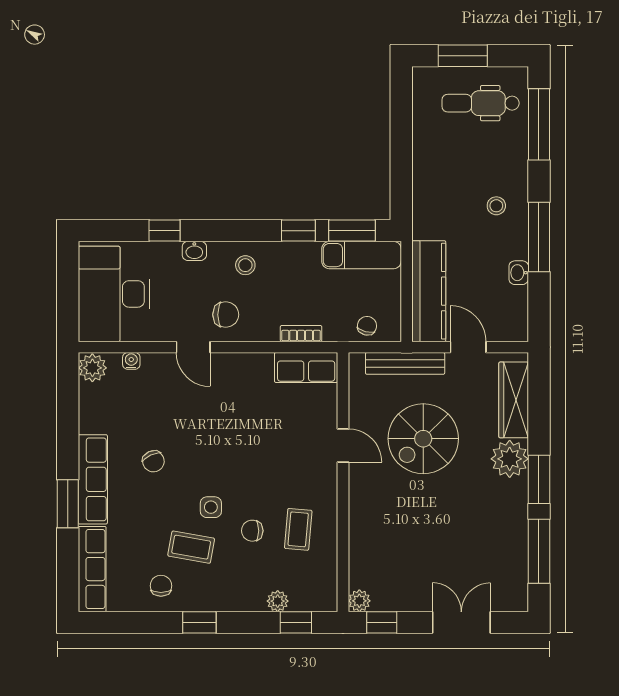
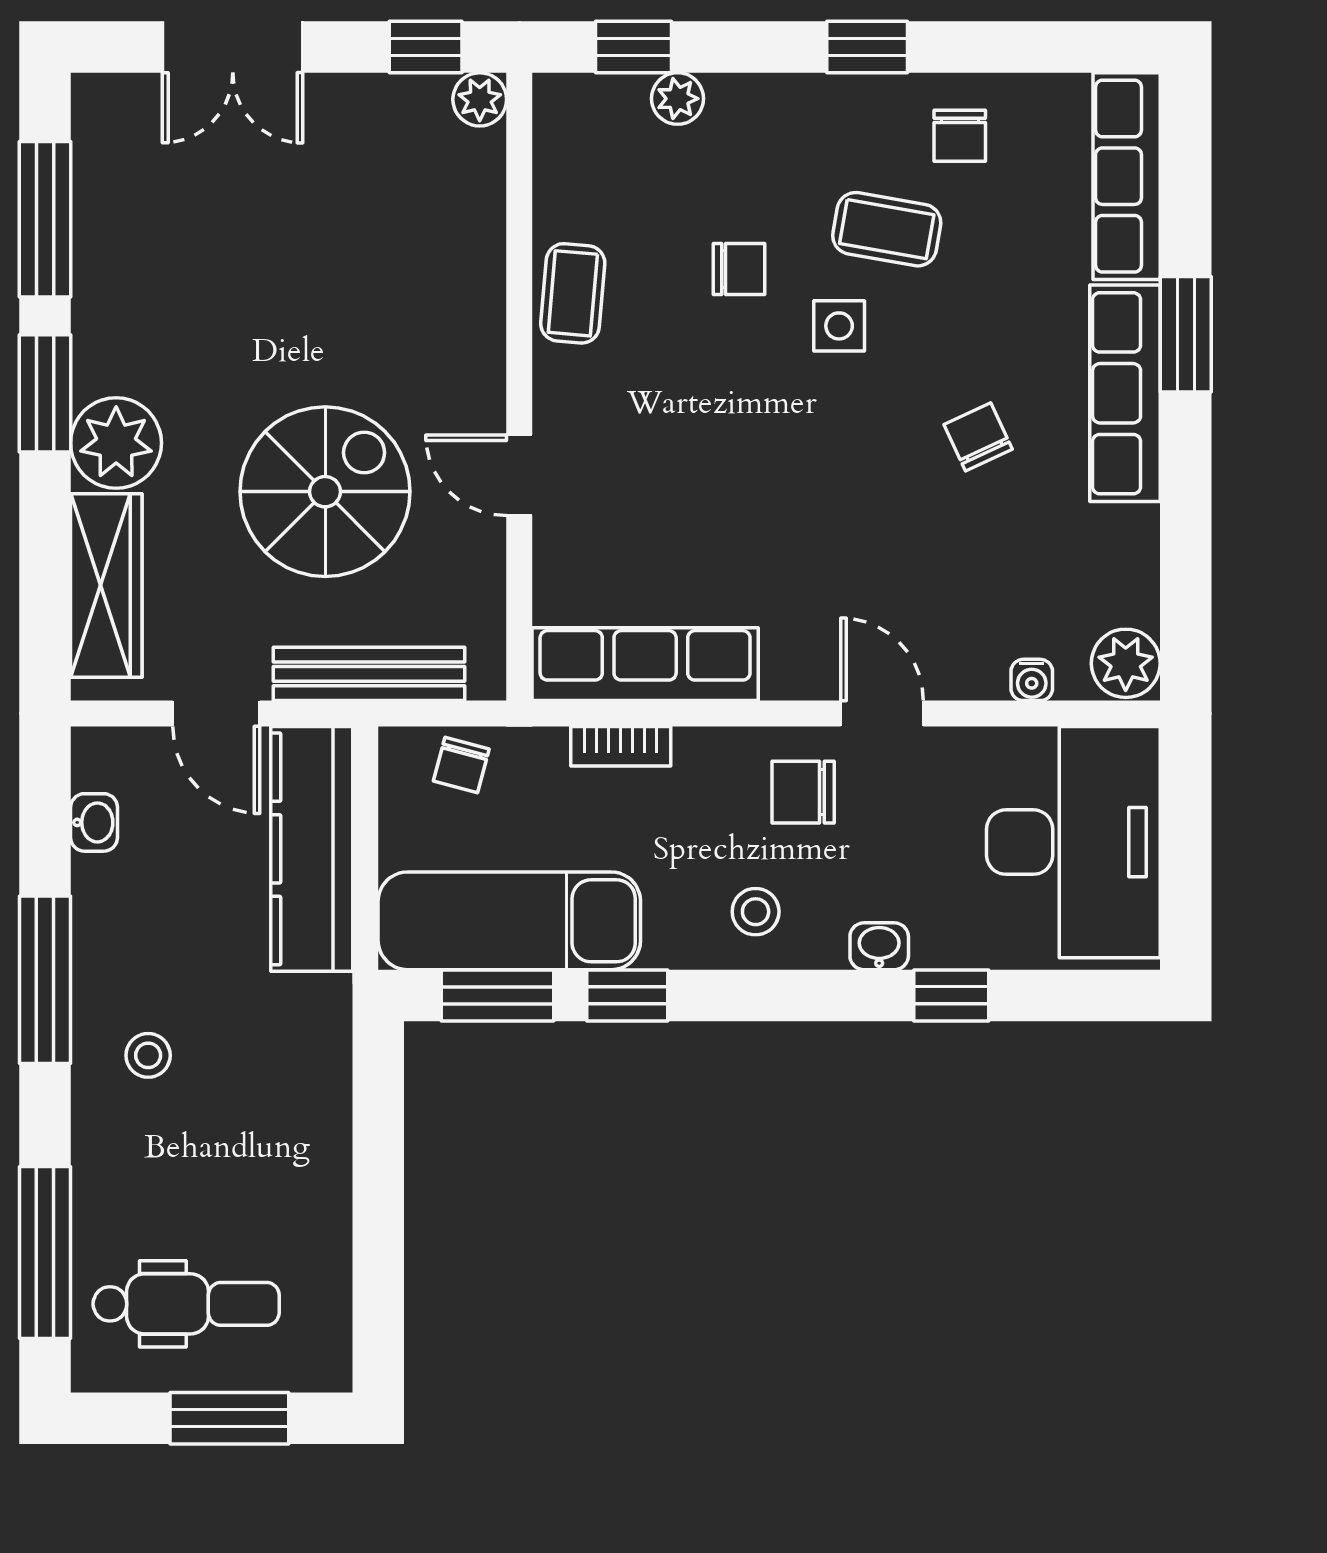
exam couch: (362, 255) -> (509, 921), width x1.36, depth x1.45
washbasin: (519, 273) -> (94, 822), moved
row of seats: (306, 367) -> (645, 664), width x1.48
coffee table: (298, 529) -> (573, 293), moved

